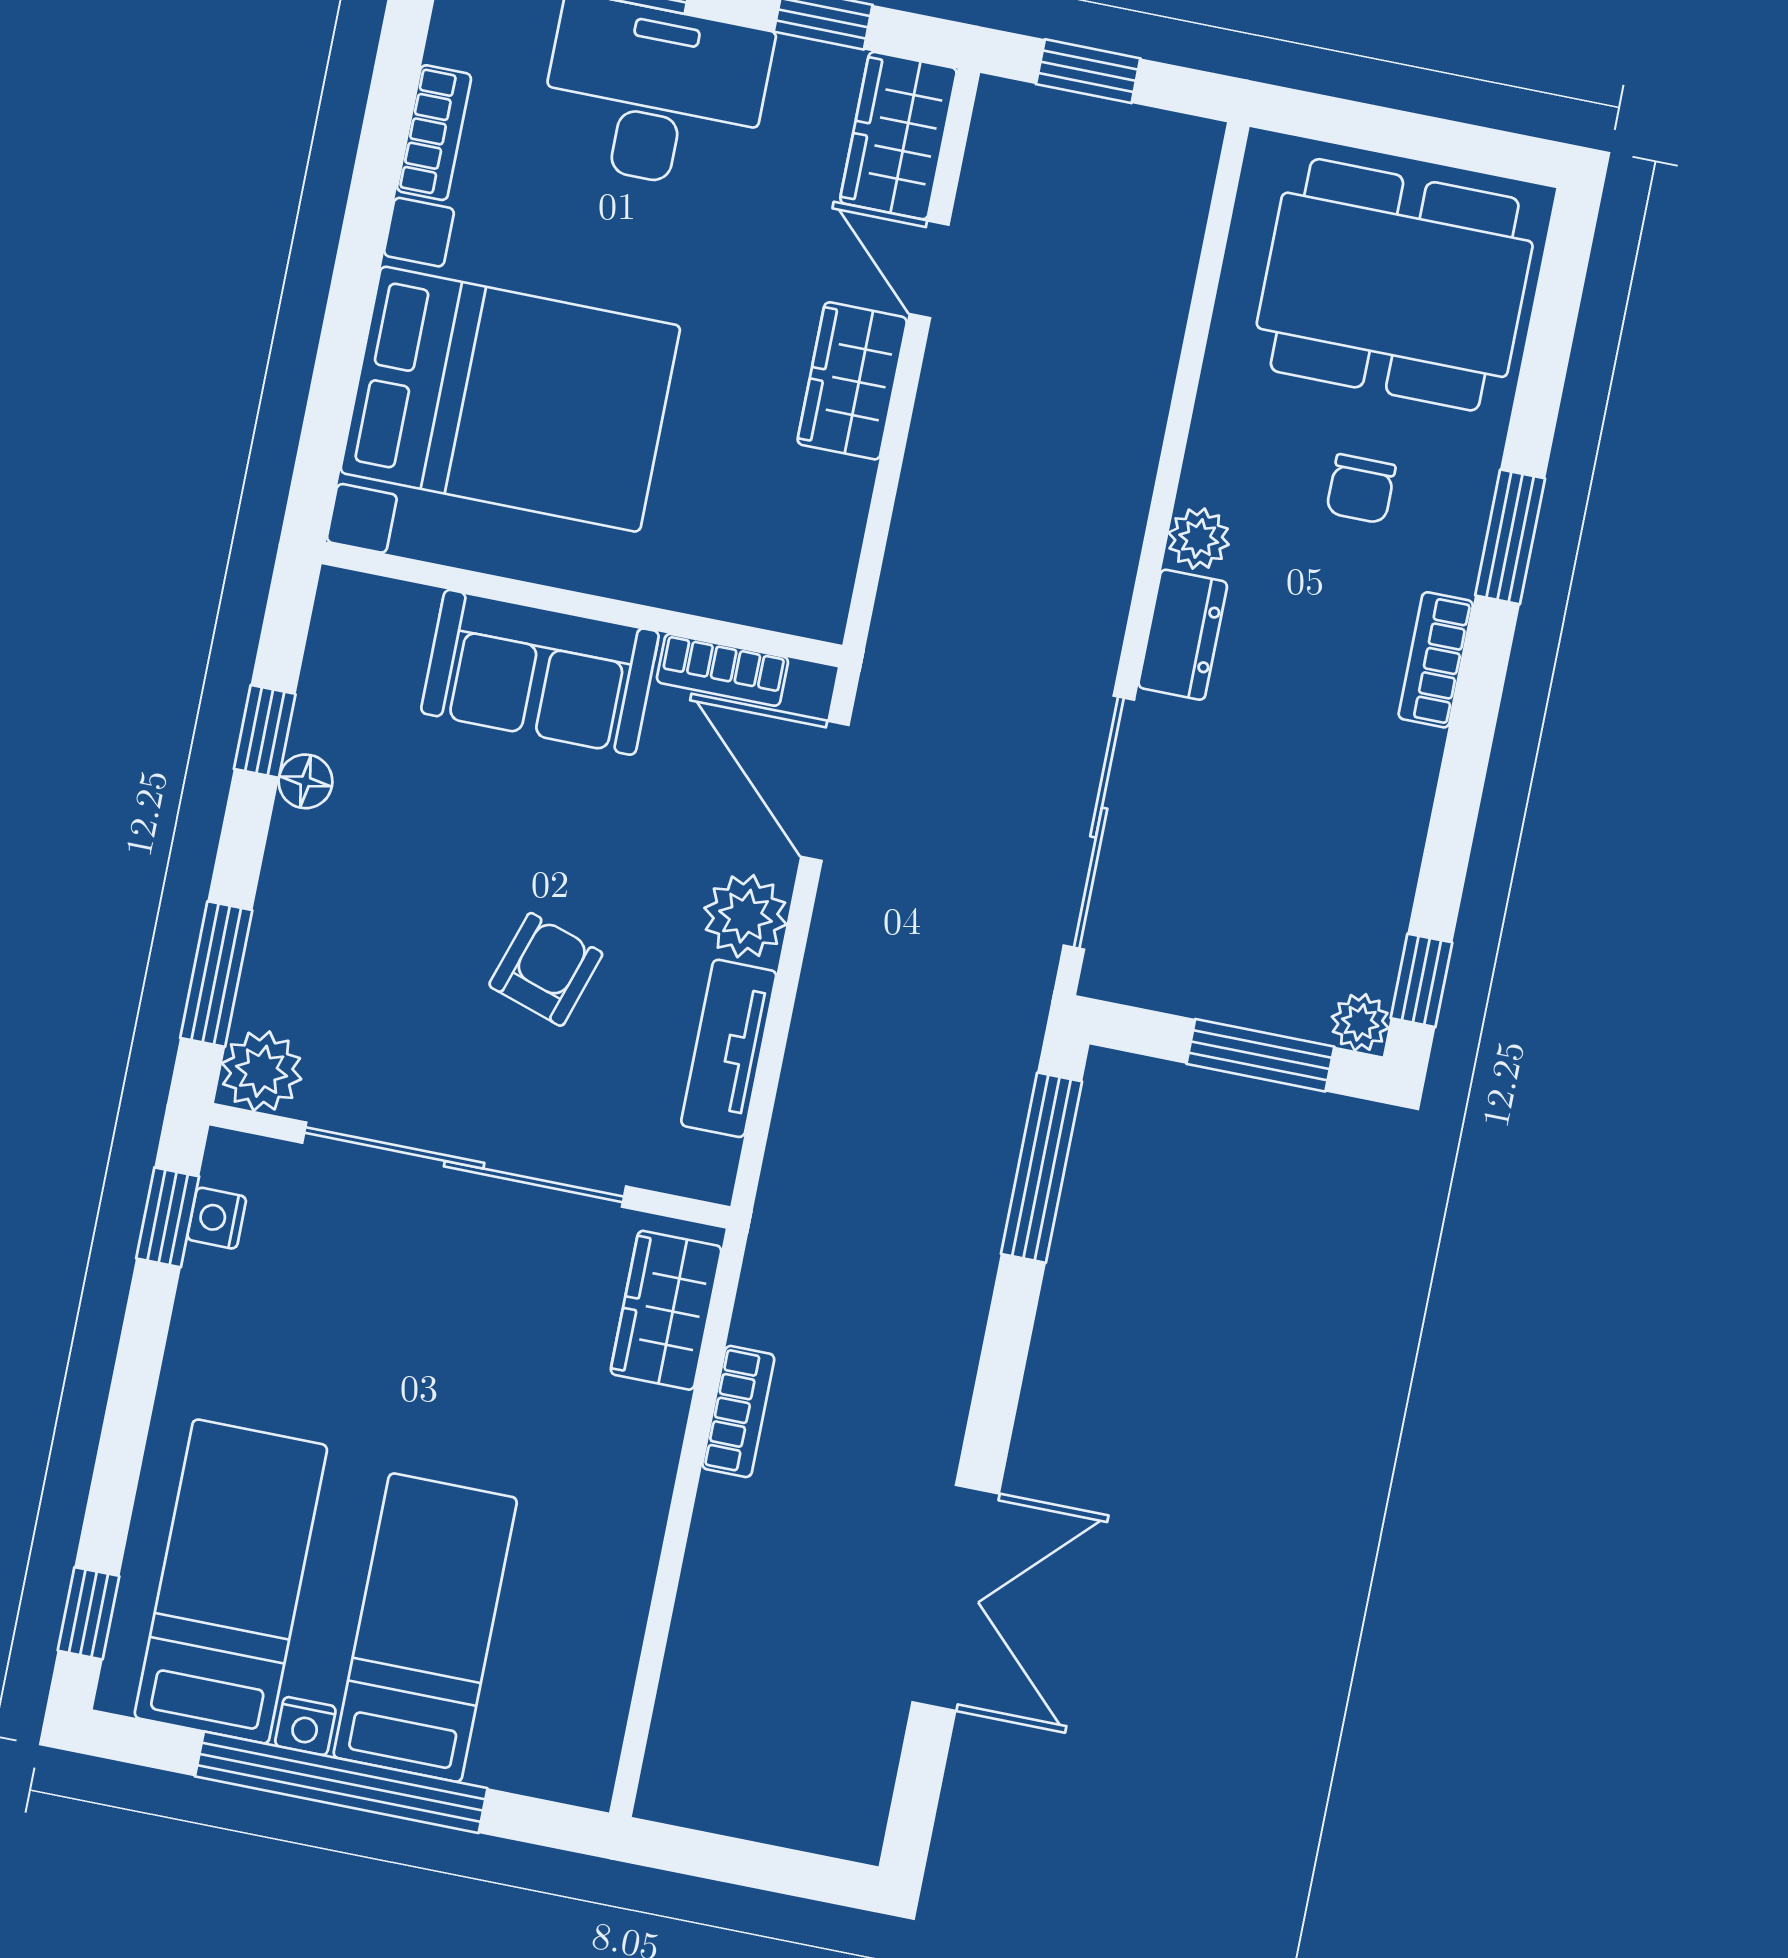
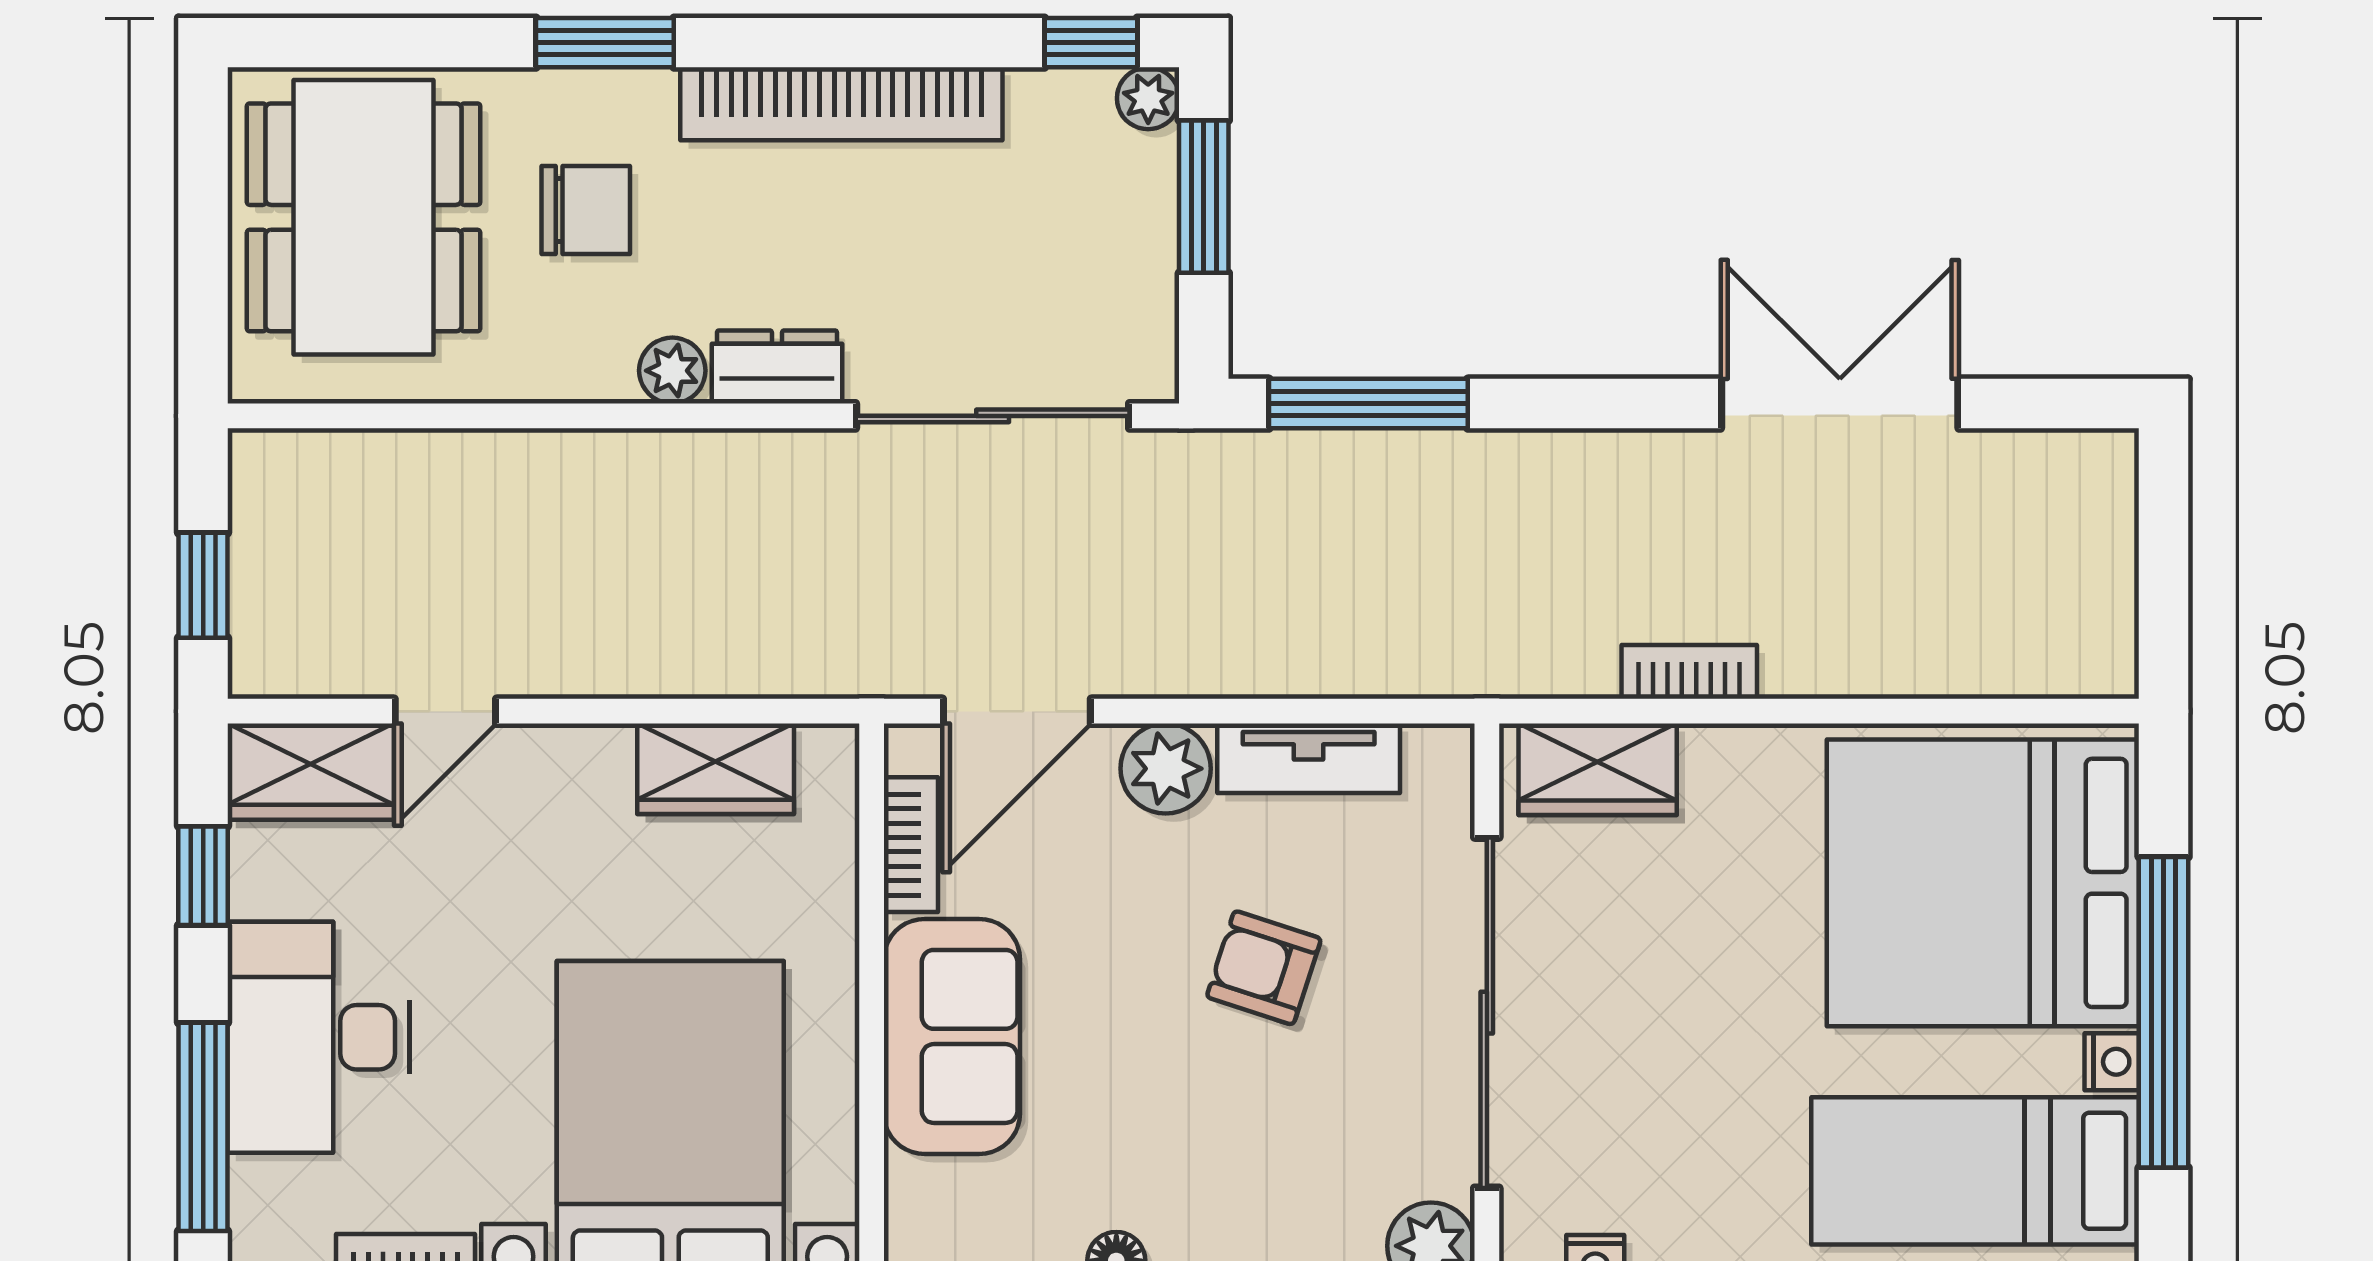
wardrobe: (852, 381) -> (716, 769), moved
chair: (1361, 489) -> (586, 210), width x1.37, depth x1.37
bookcase: (1436, 660) -> (841, 104), width x2.31, depth x1.31
bed: (425, 1628) -> (1983, 883), width x2.04

